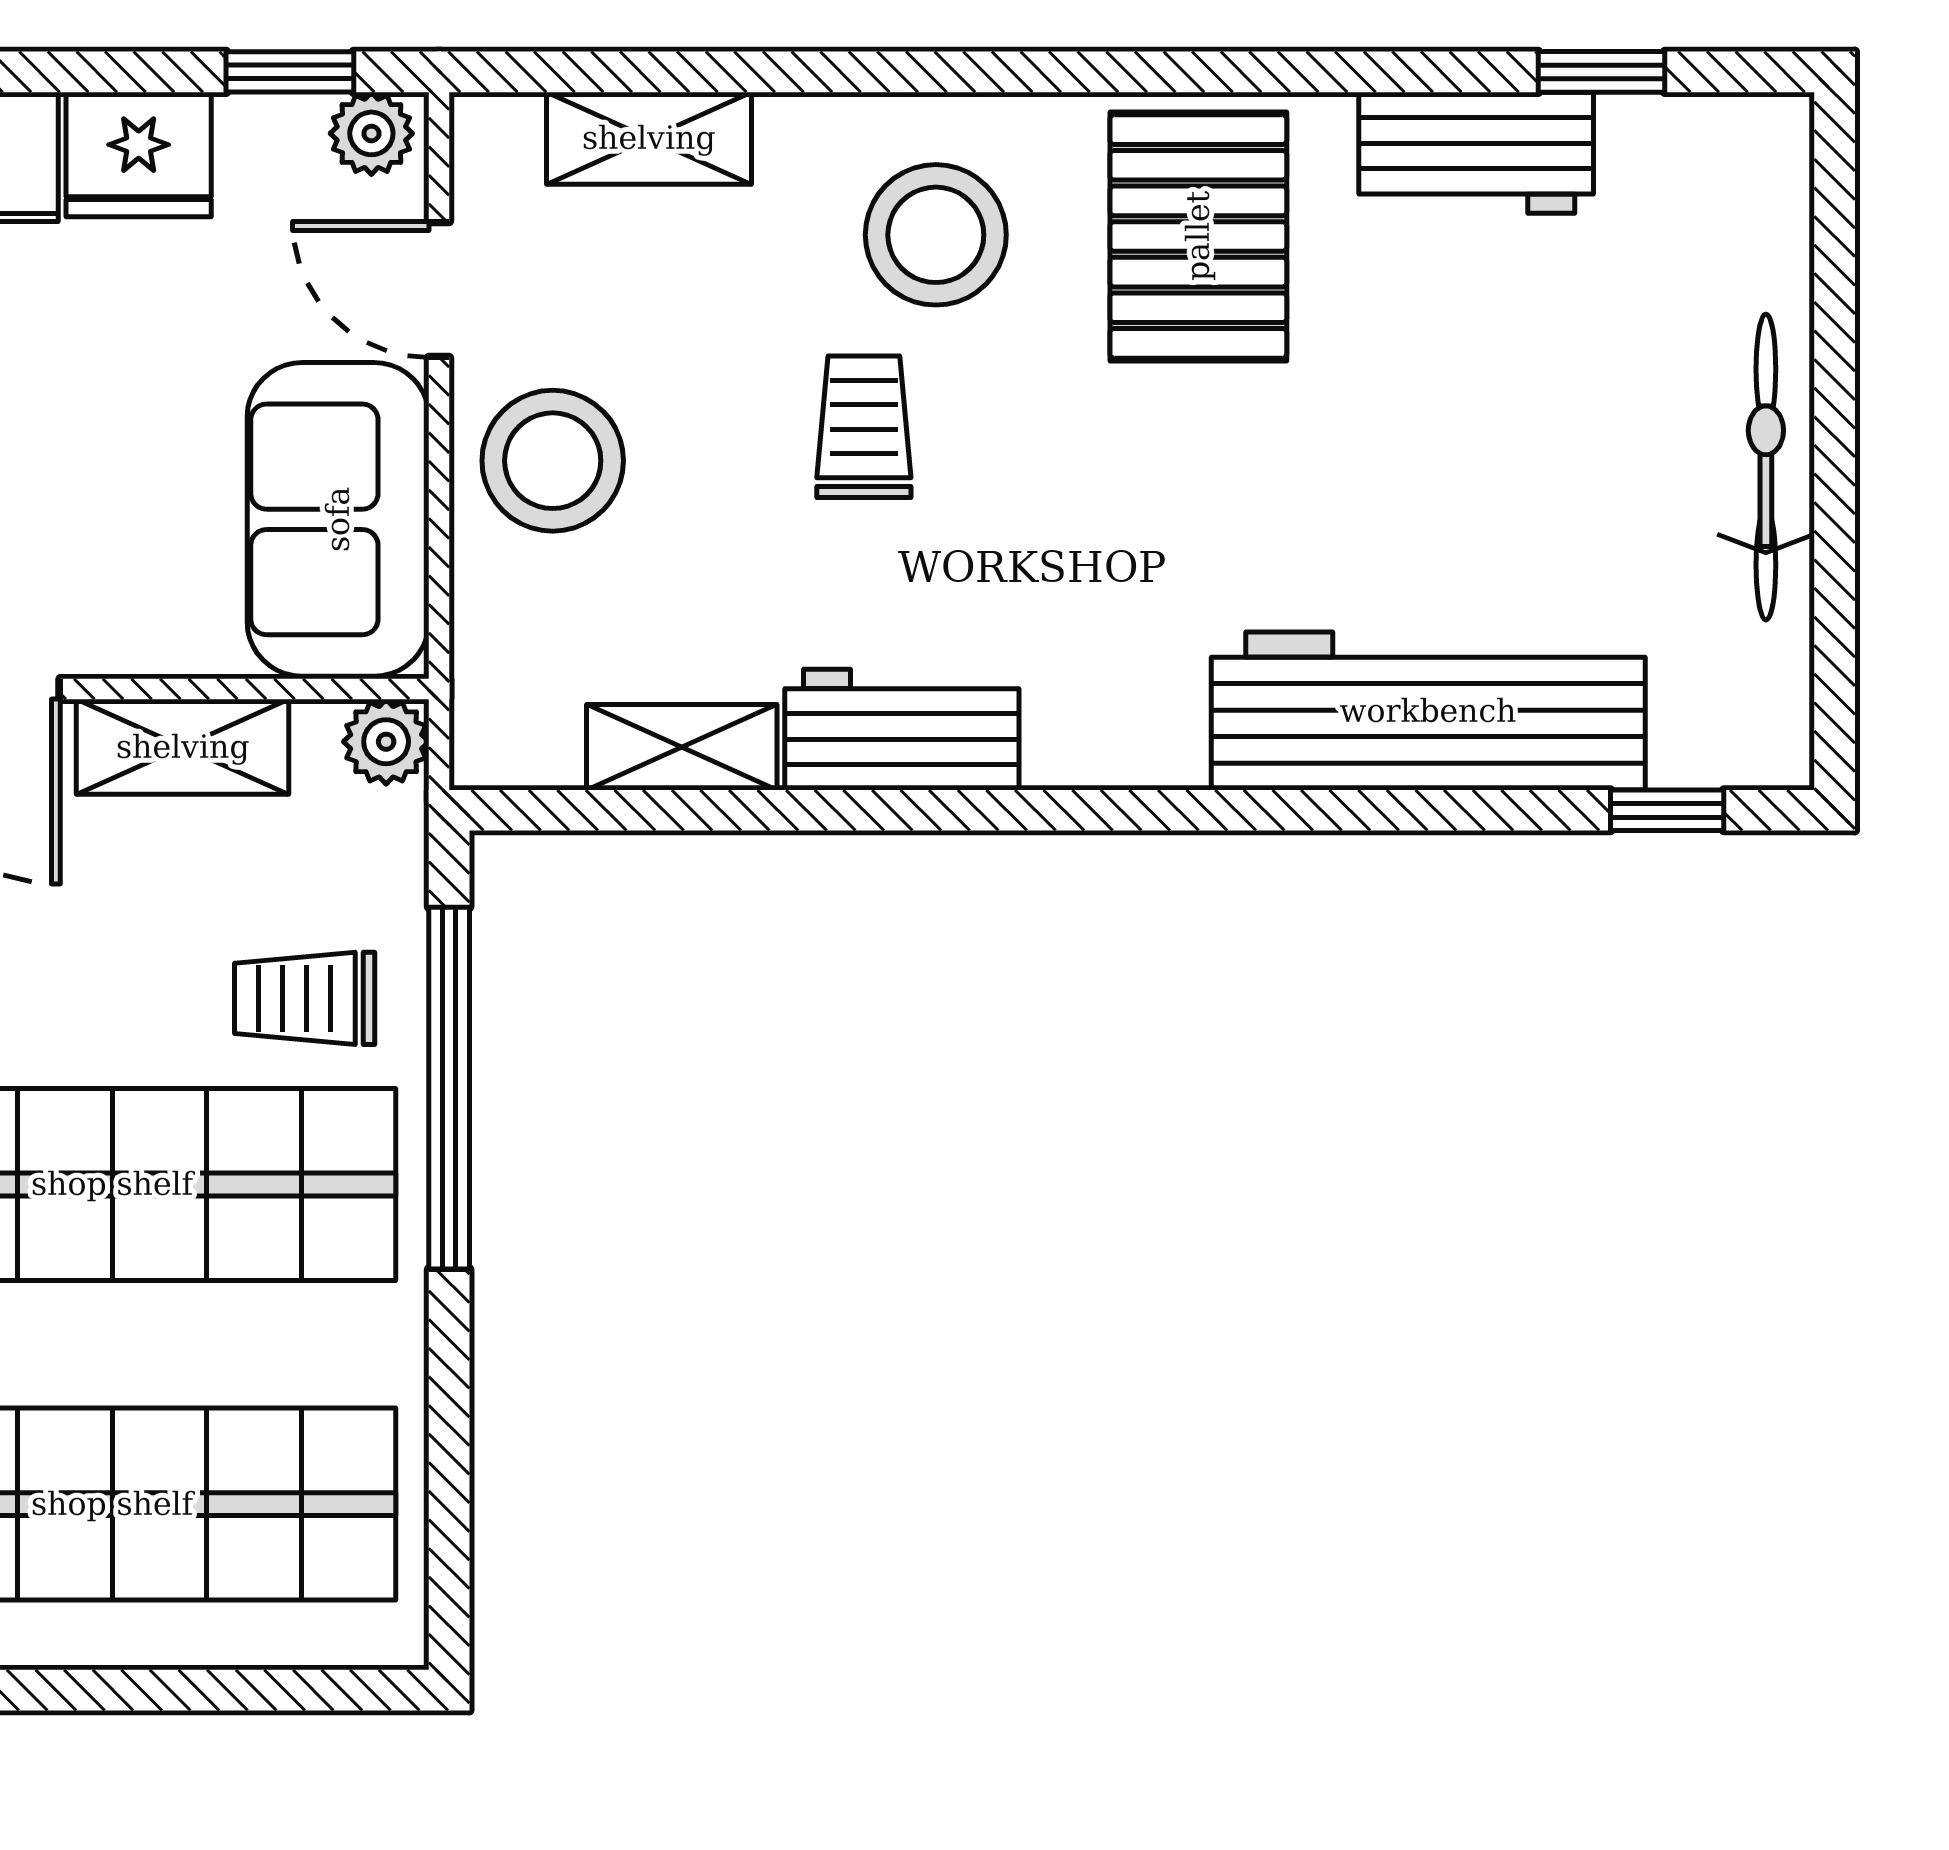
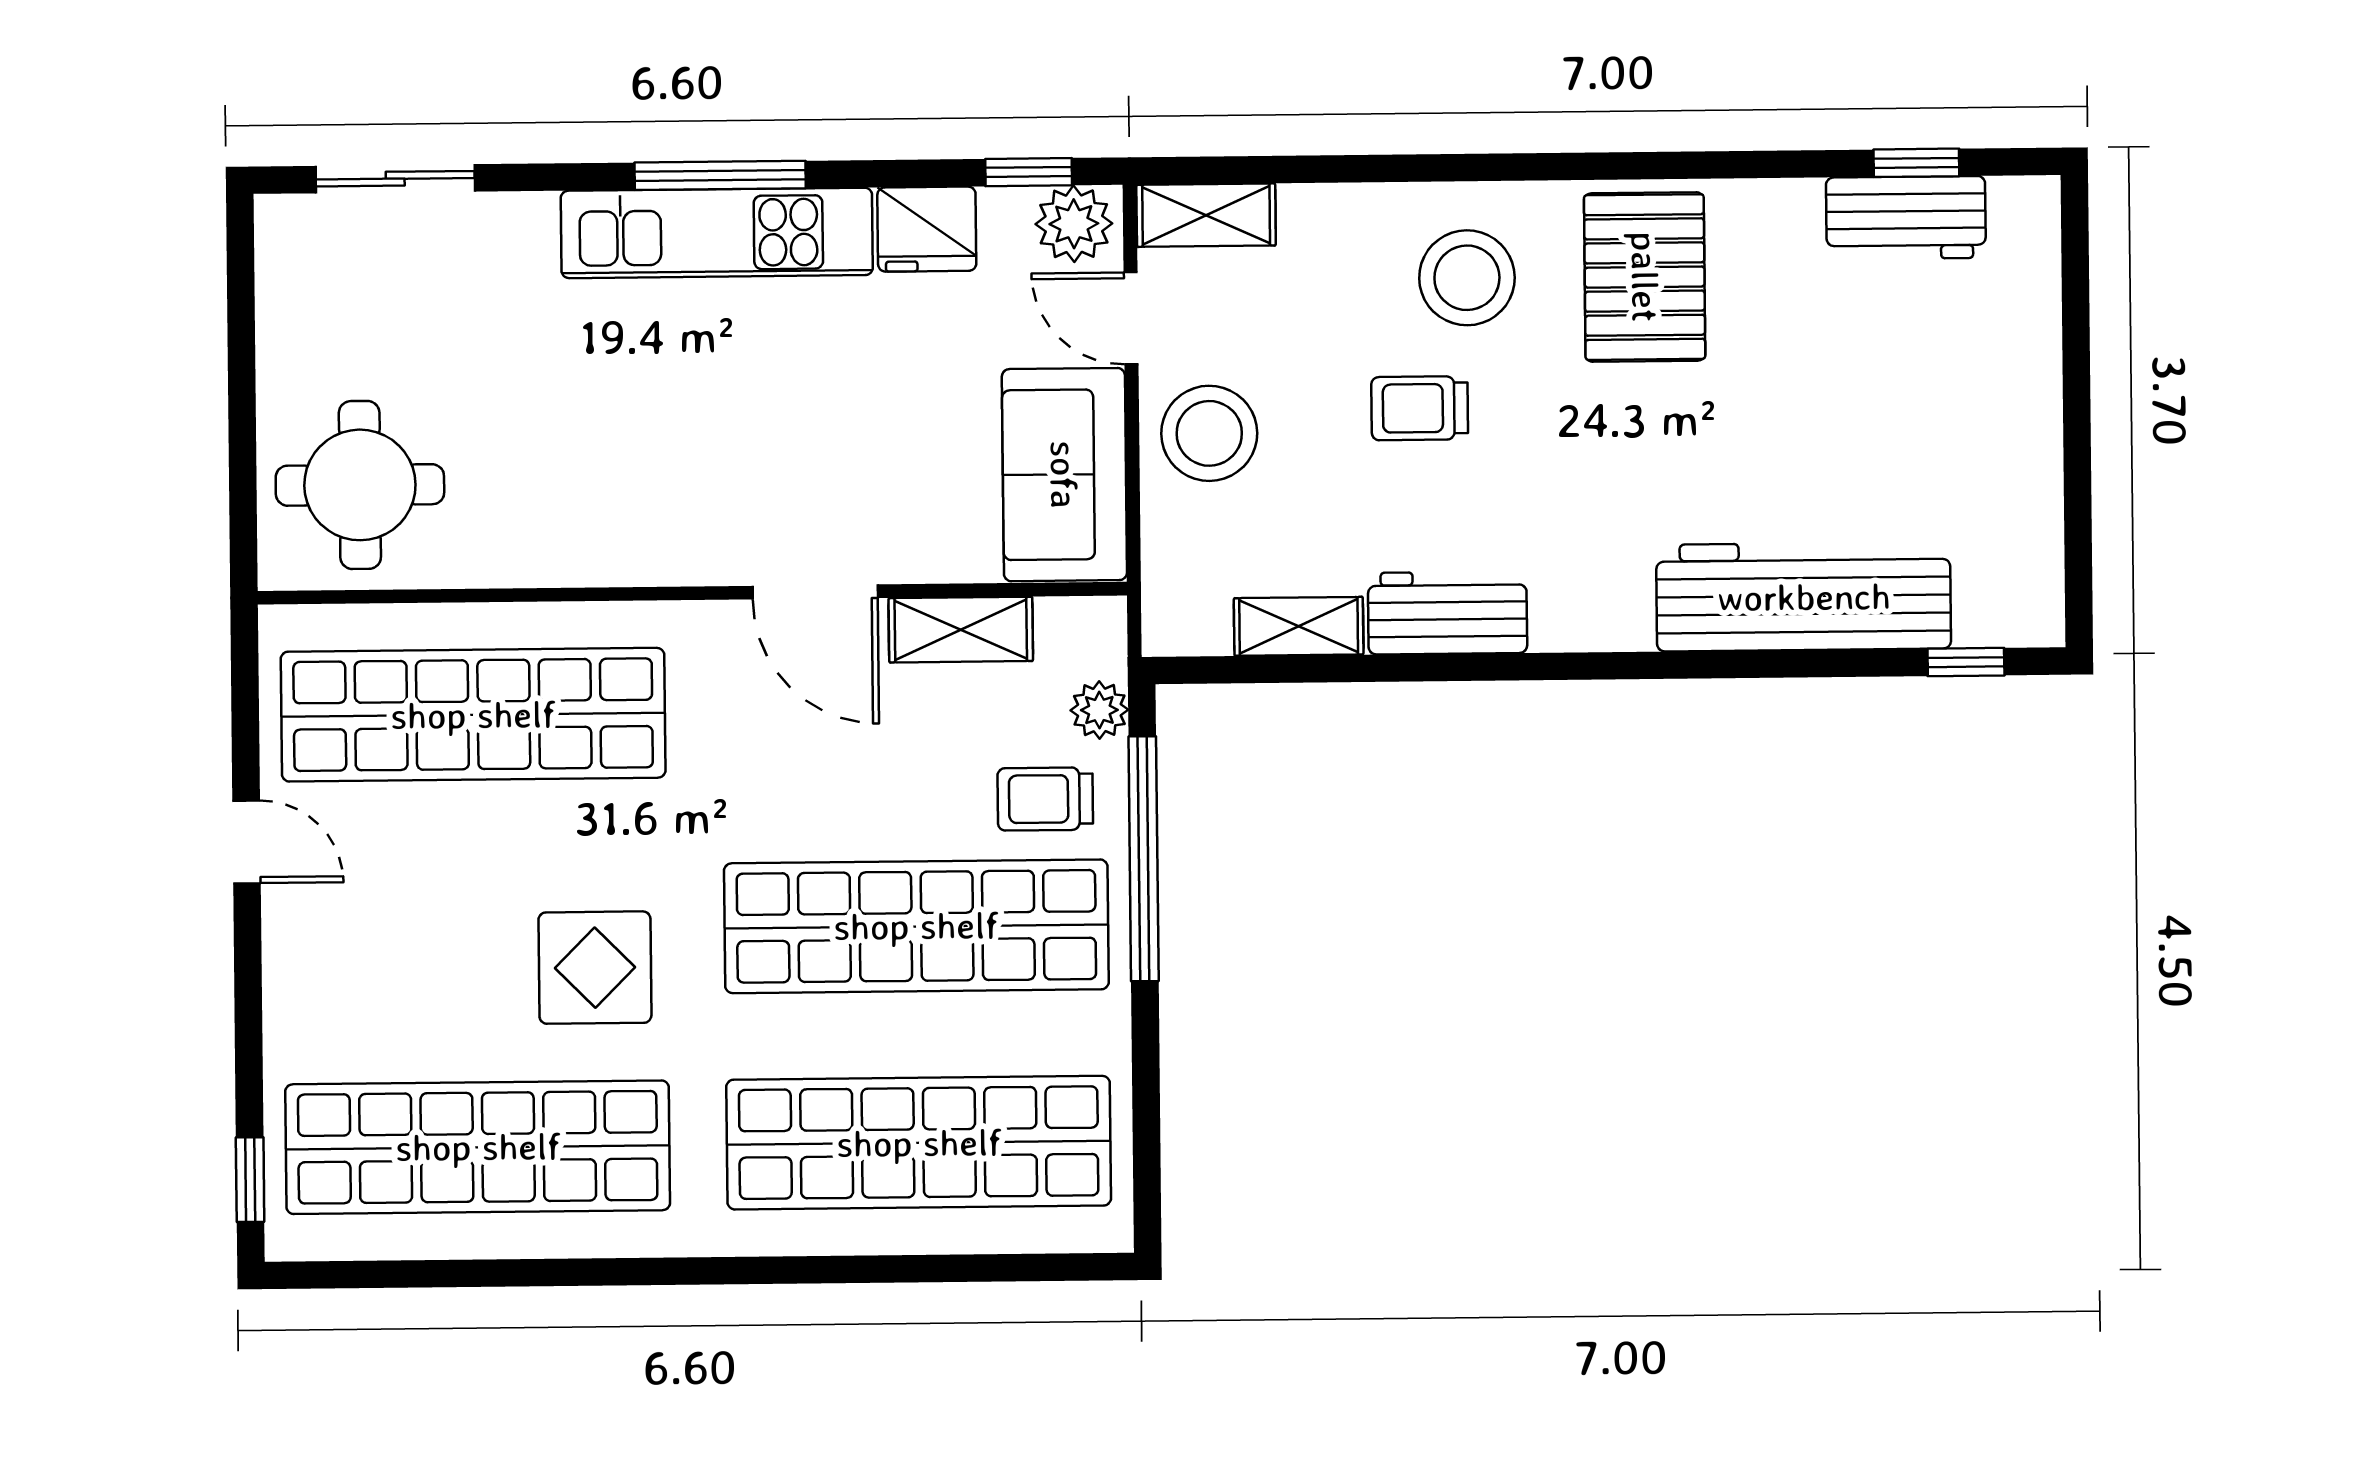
plant: (371, 133) -> (1074, 224), width x1.38, depth x1.38
shelving: (649, 138) -> (1206, 215), moved
workbench: (1476, 153) -> (1906, 218), moved
trolley: (864, 427) -> (1420, 408), turned -90
bicycle: (1766, 467) -> (2030, 429), removed
plant: (386, 742) -> (1099, 710), moved

